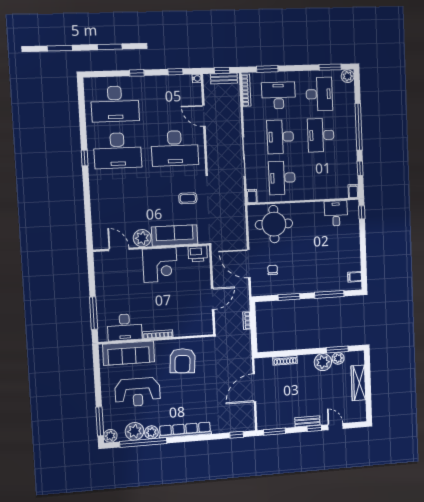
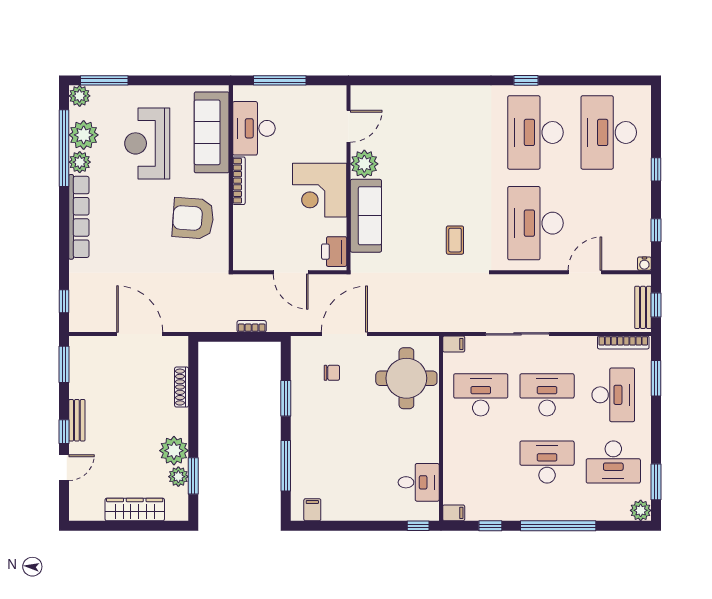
sofa: (175, 235) -> (366, 216), moved
plant: (142, 238) -> (364, 164), moved
wall: (151, 248) -> (348, 178), moved
door: (119, 249) -> (348, 126), moved
printer: (198, 254) -> (334, 252), moved
corner desk: (160, 265) -> (320, 190), moved

